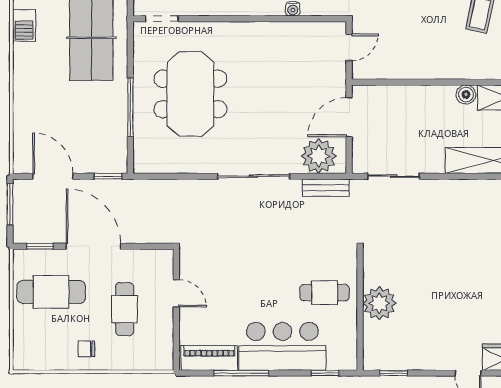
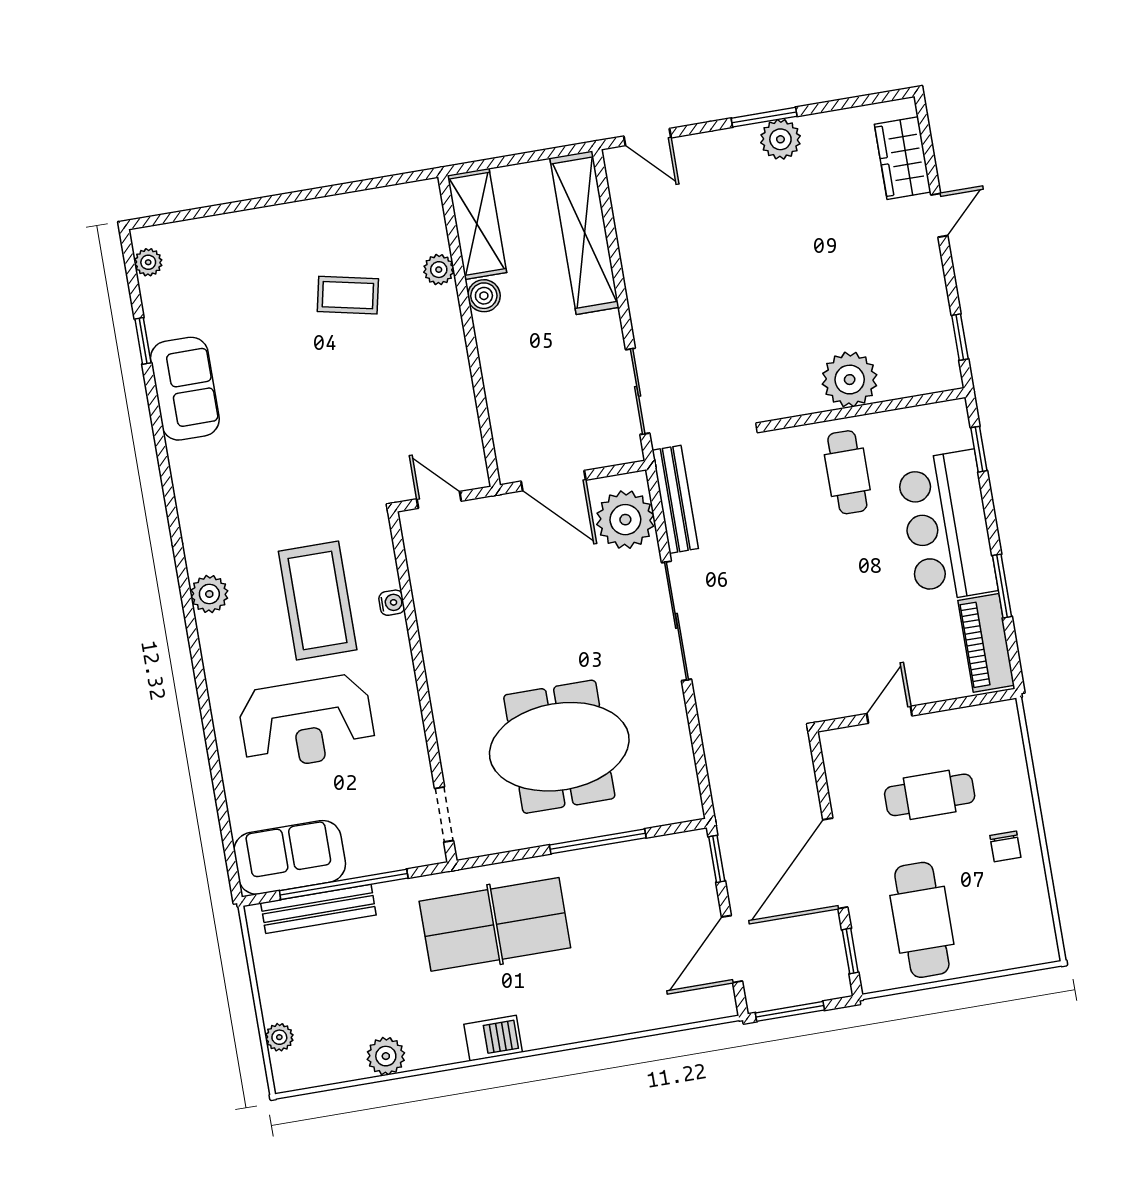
plant: (486, 70) -> (439, 270), added
bench: (326, 188) -> (675, 499), width x1.36
window: (241, 373) -> (1002, 586), width x0.69

